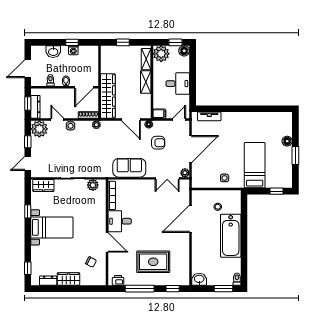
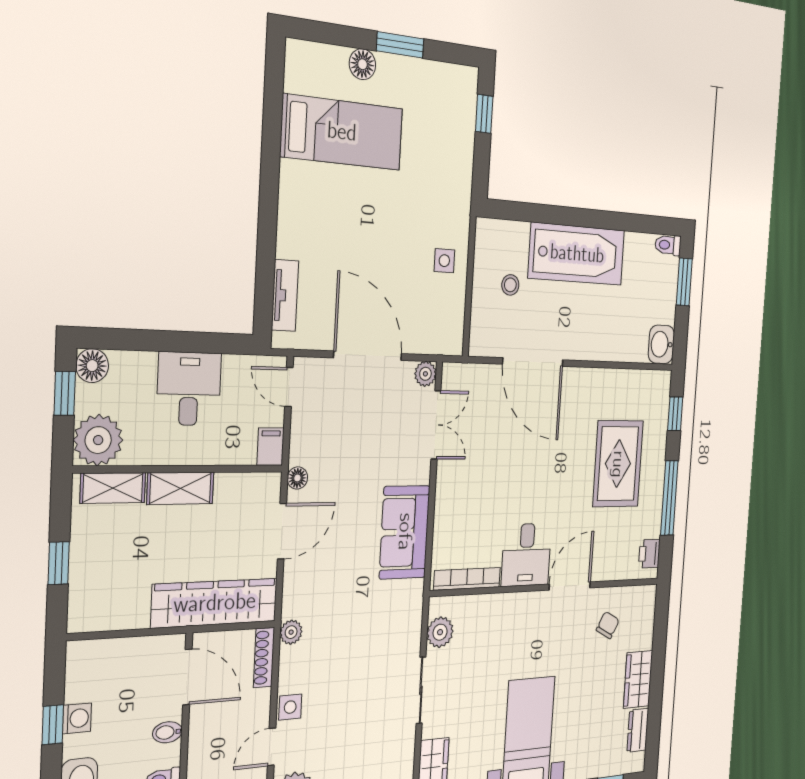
armchair: (158, 143) -> (346, 450), removed
bed: (255, 165) -> (342, 132), moved, turned 180

